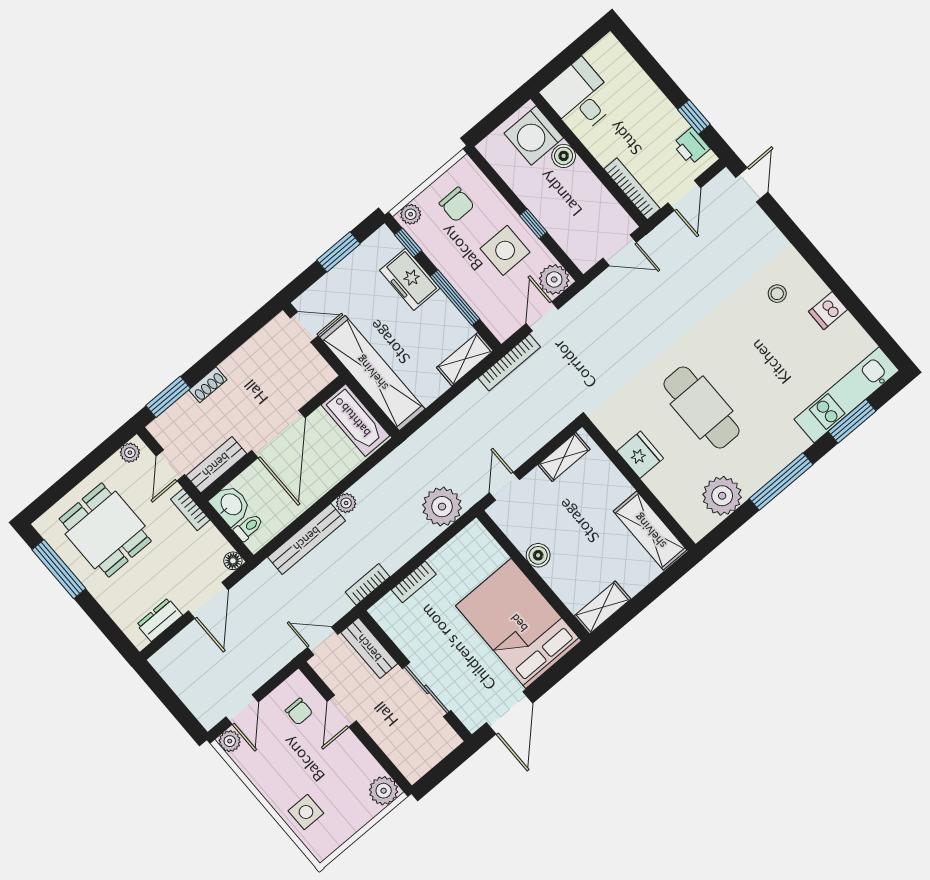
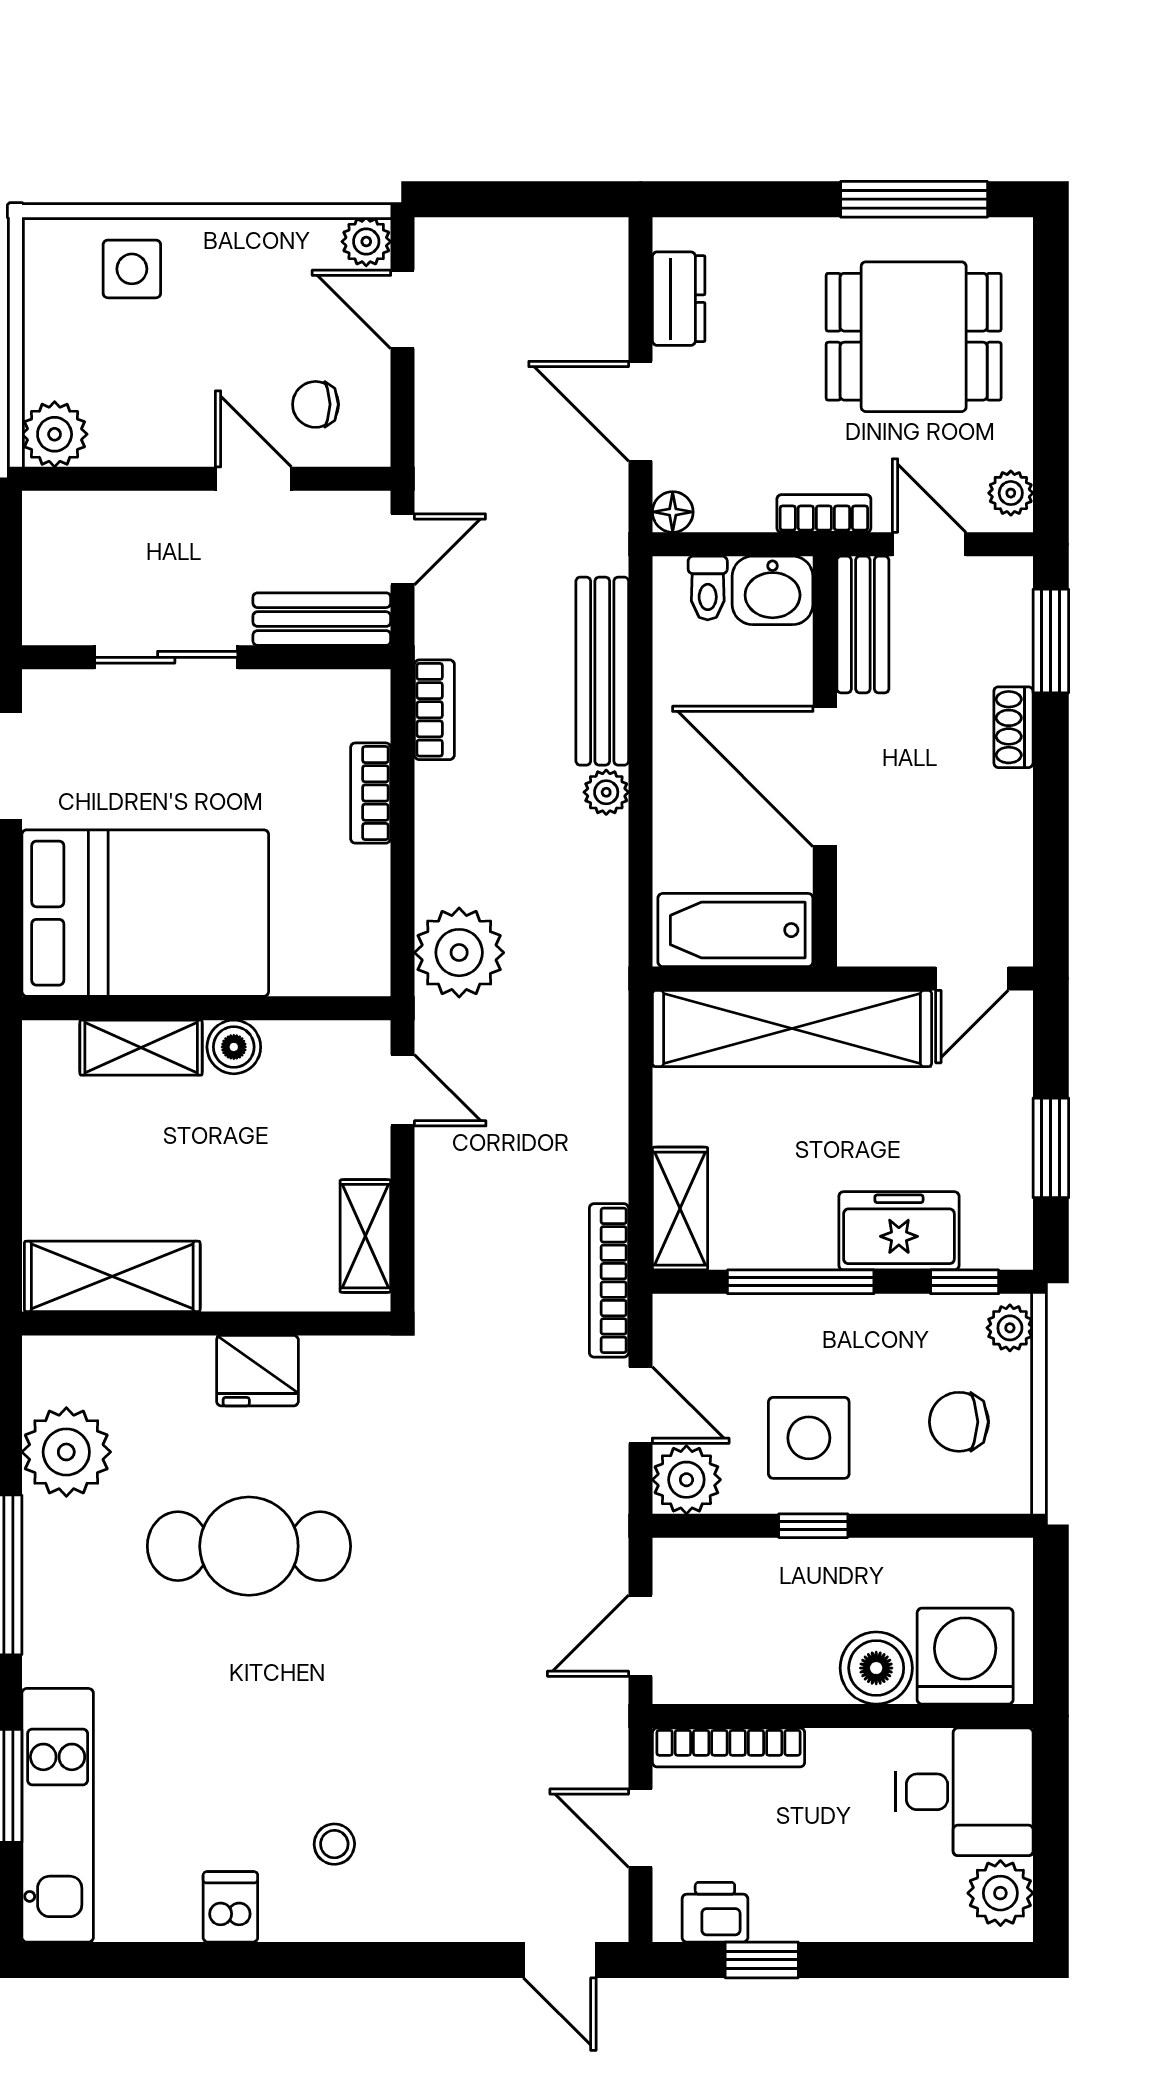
plant: (603, 56) -> (1000, 1893), added
boiler: (564, 156) -> (876, 1668), width x1.36, depth x1.36
shelving: (602, 607) -> (141, 1048), moved, turned 90

